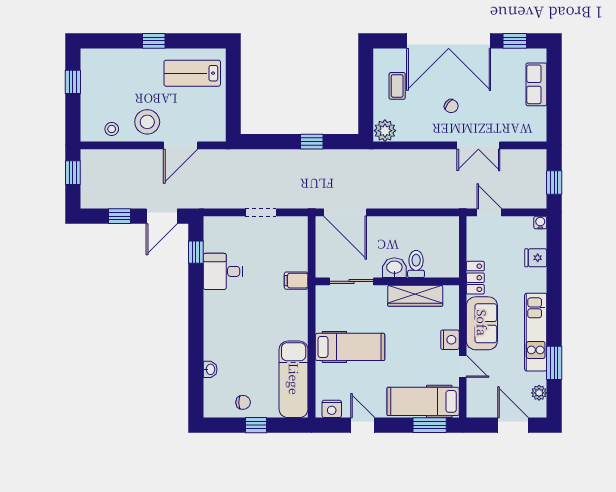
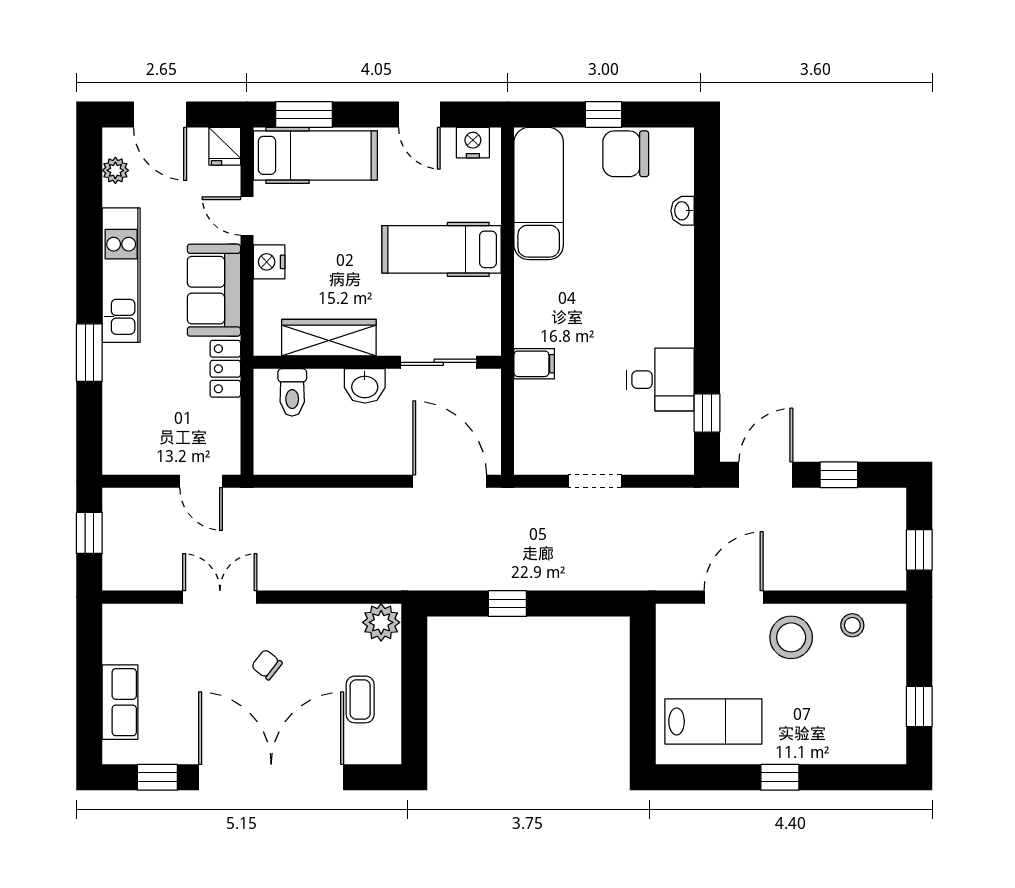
water cooler: (540, 223) -> (113, 464), removed
fridge: (536, 258) -> (225, 146), moved, turned 90
toilet: (416, 264) -> (292, 392), moved
window: (554, 363) -> (89, 353), moved
chair: (243, 402) -> (626, 154), width x1.87, depth x1.87

